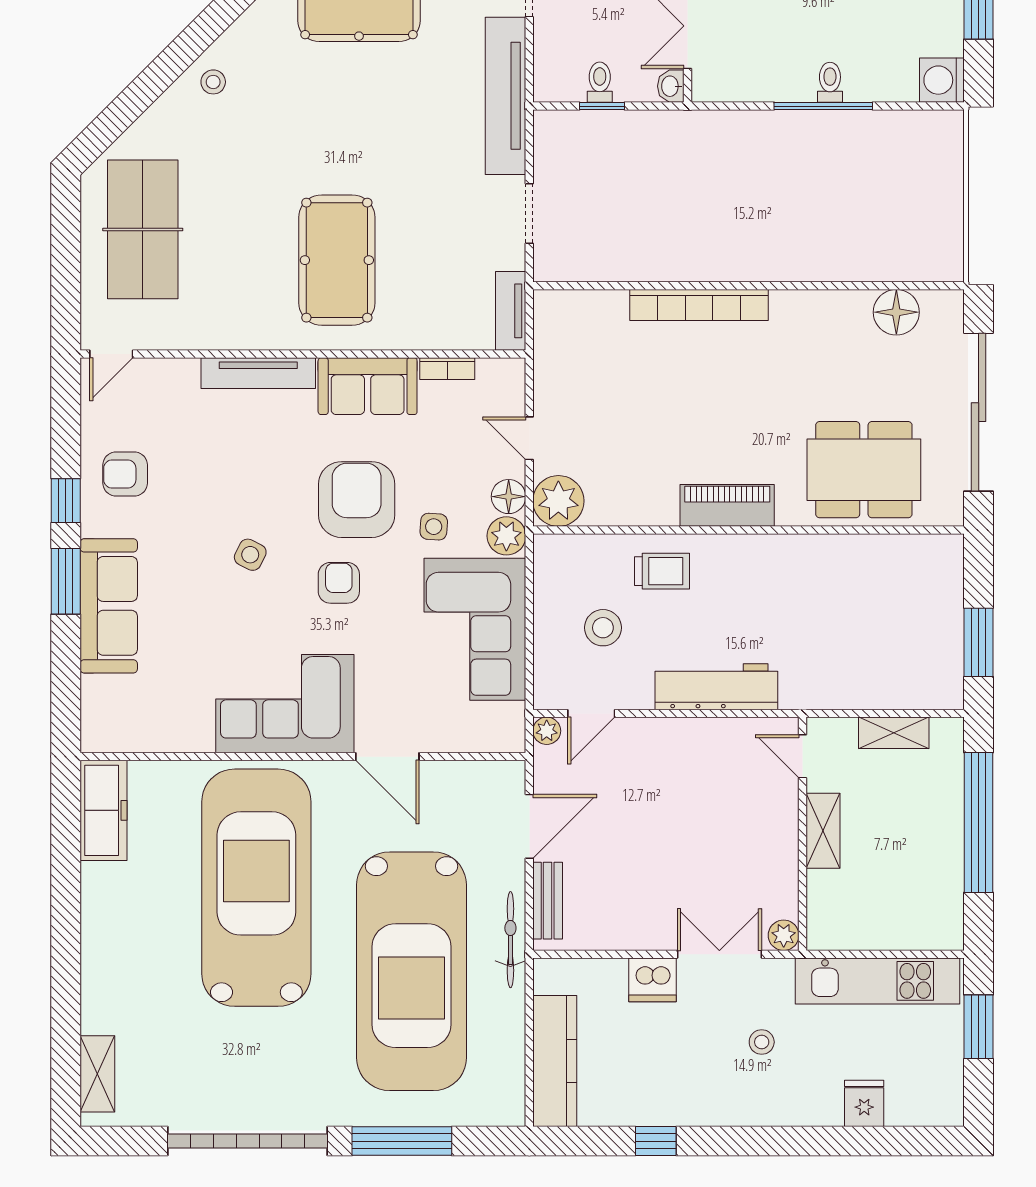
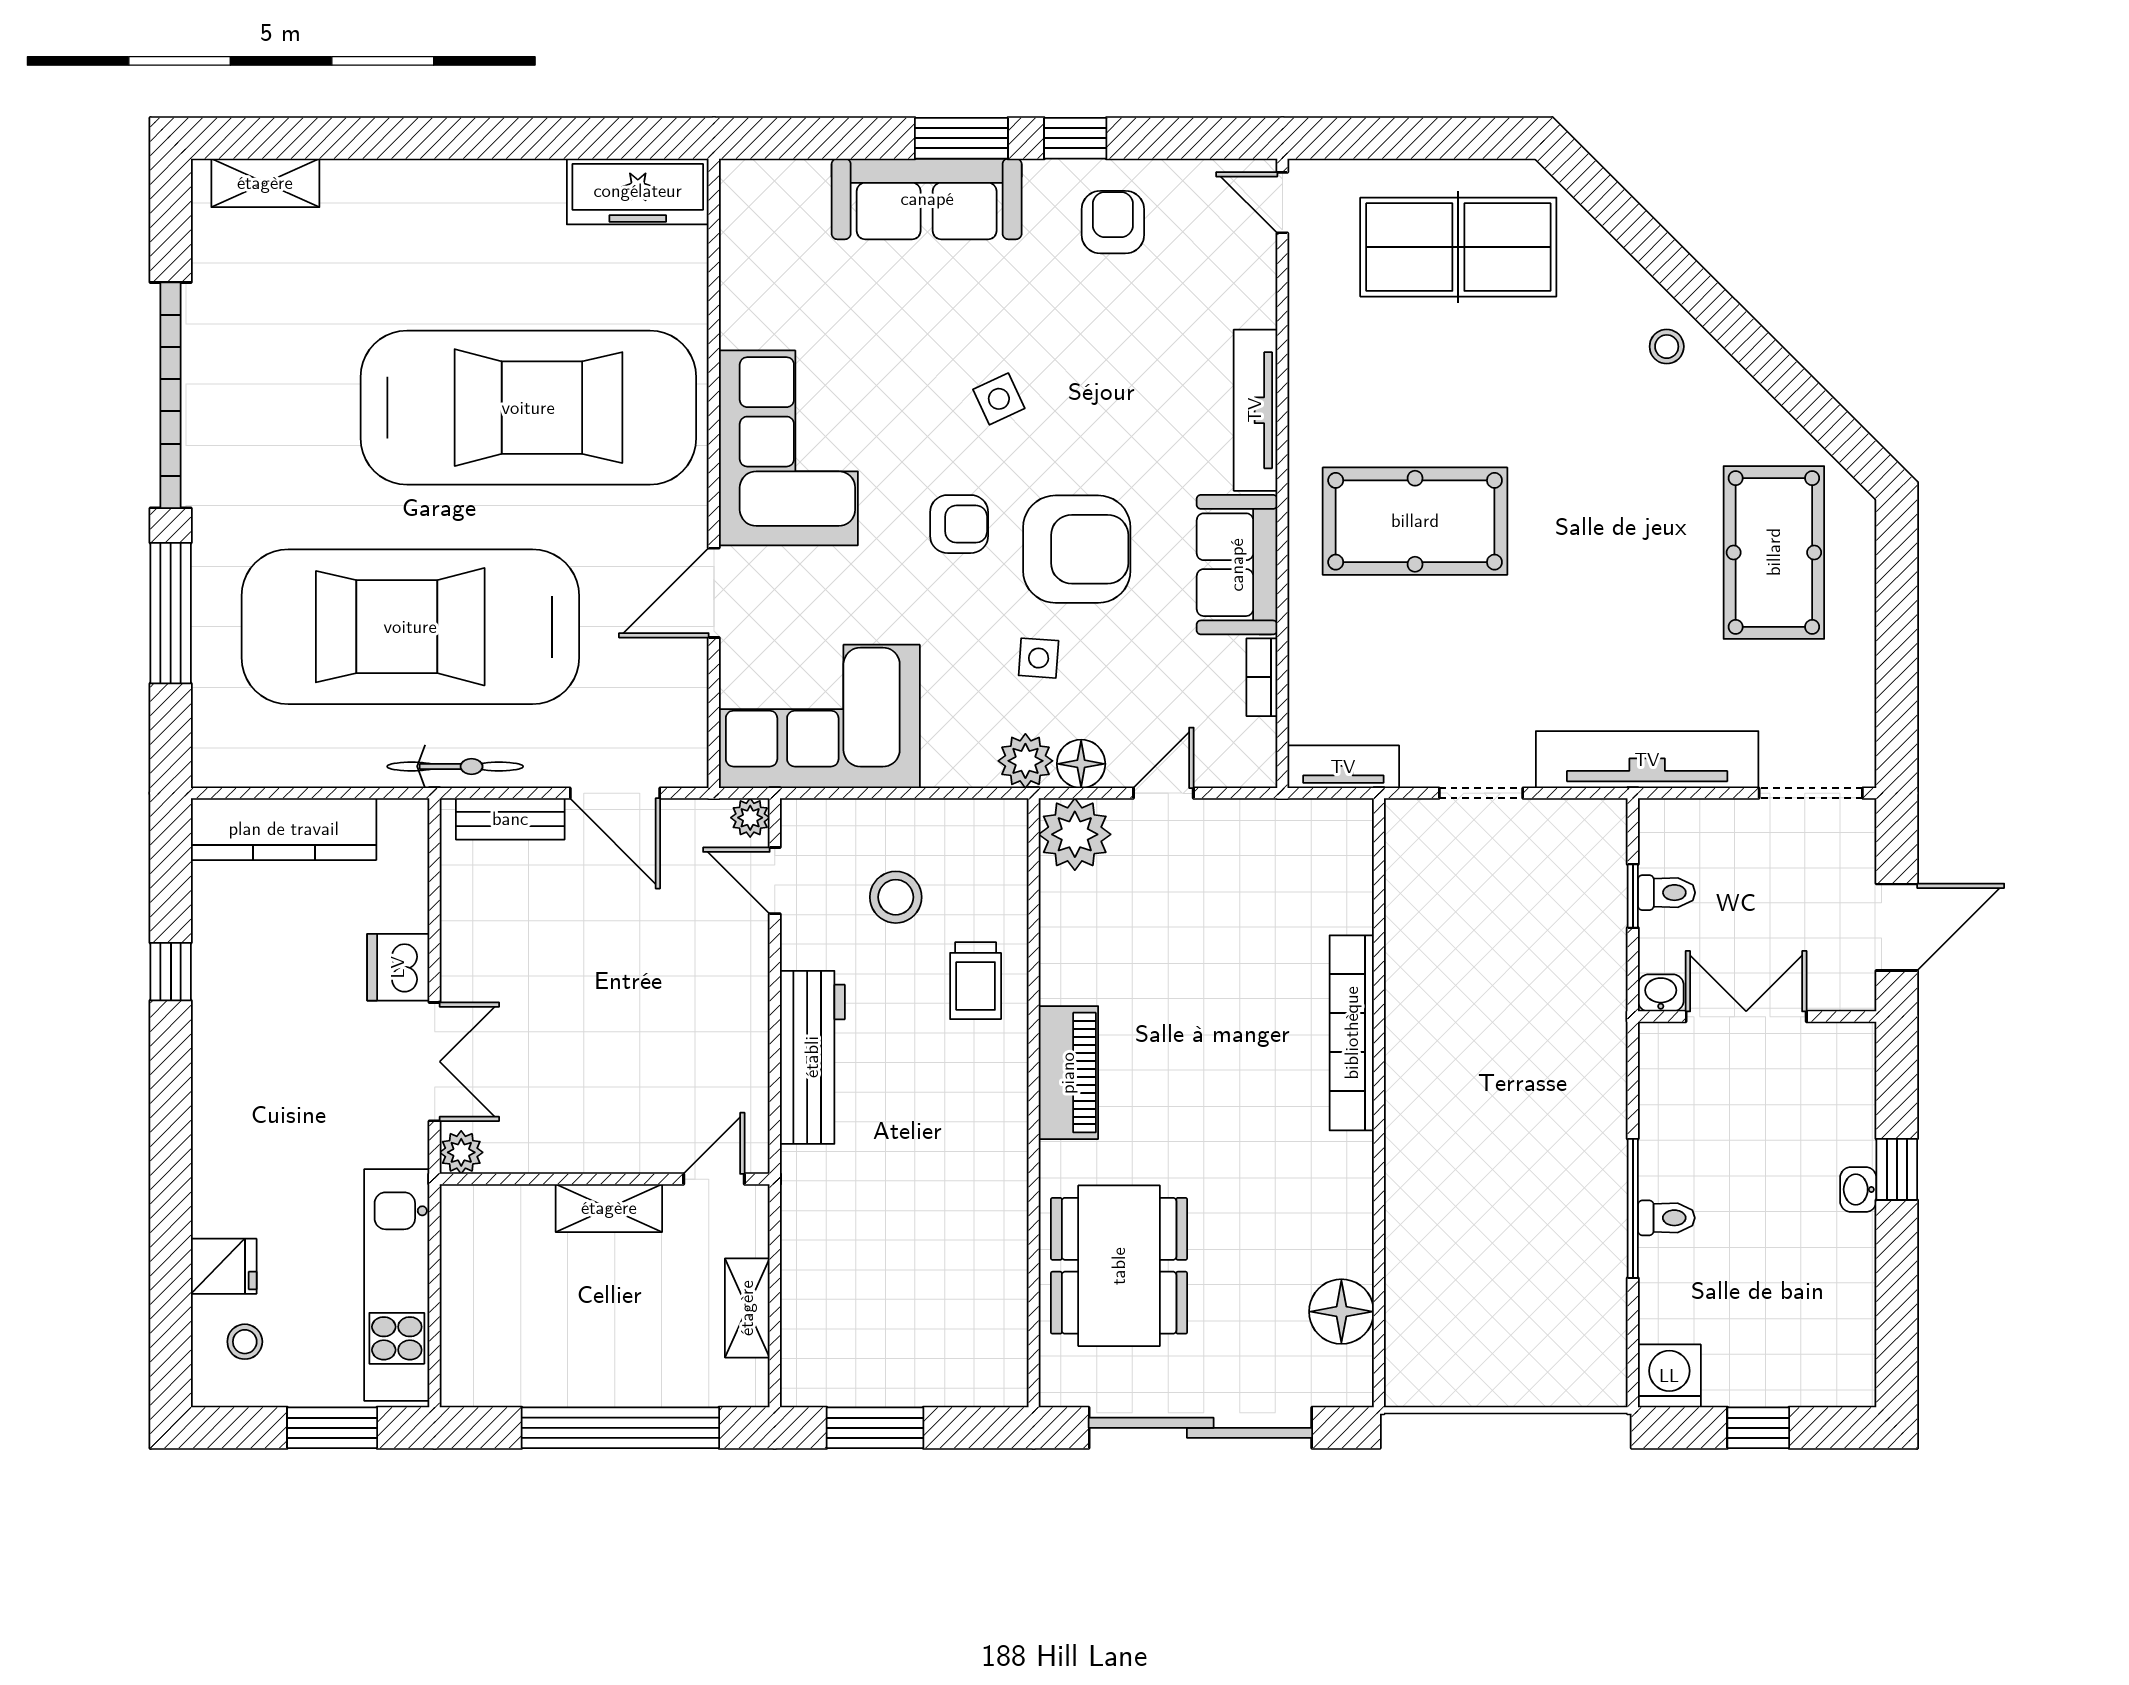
side table: (250, 555) -> (999, 399), turned 38
corner sofa: (475, 629) -> (819, 716), moved
stool: (762, 1042) -> (245, 1342), moved

